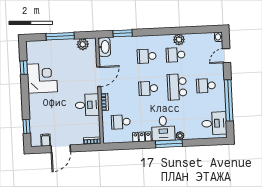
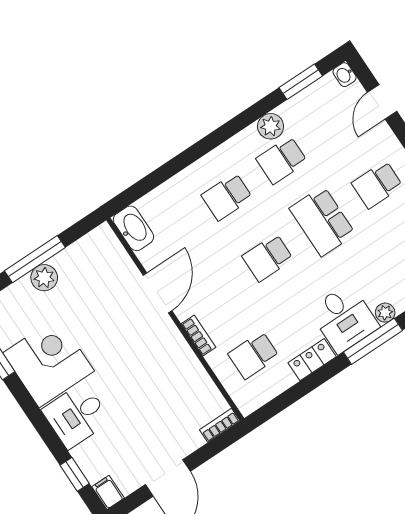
window: (123, 33) -> (301, 82), moved
plant: (83, 44) -> (44, 278), moved
desk: (87, 105) -> (76, 415), moved, turned 180
filing cabinet: (46, 140) -> (108, 492), moved

